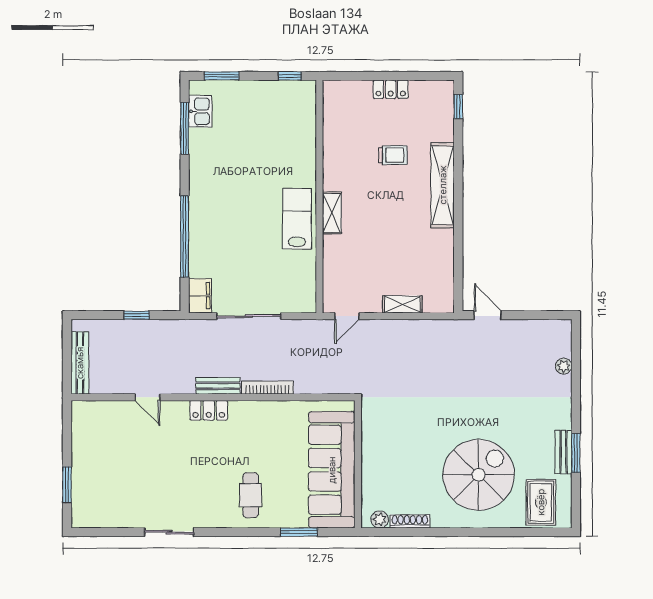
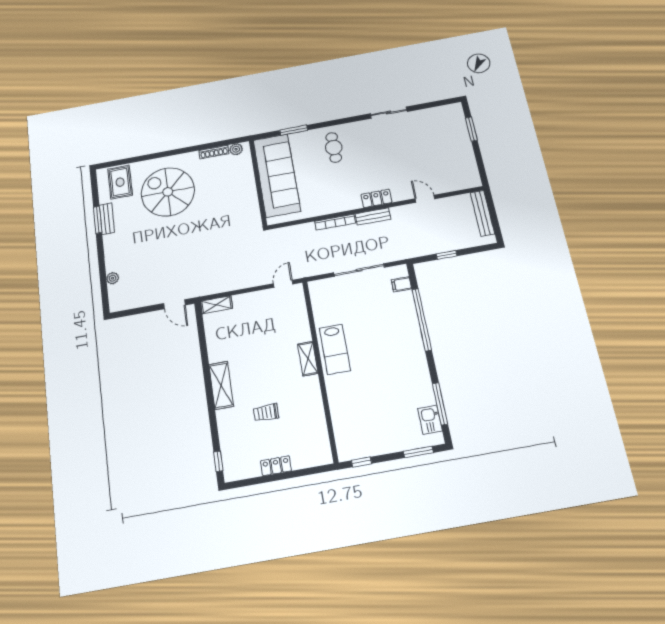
shelving: (443, 185) -> (221, 385), width x0.68
filing cabinet: (200, 296) -> (401, 284), width x0.50
shelving: (402, 304) -> (216, 305), moved
spiral stairs: (479, 475) -> (168, 192), turned 90

